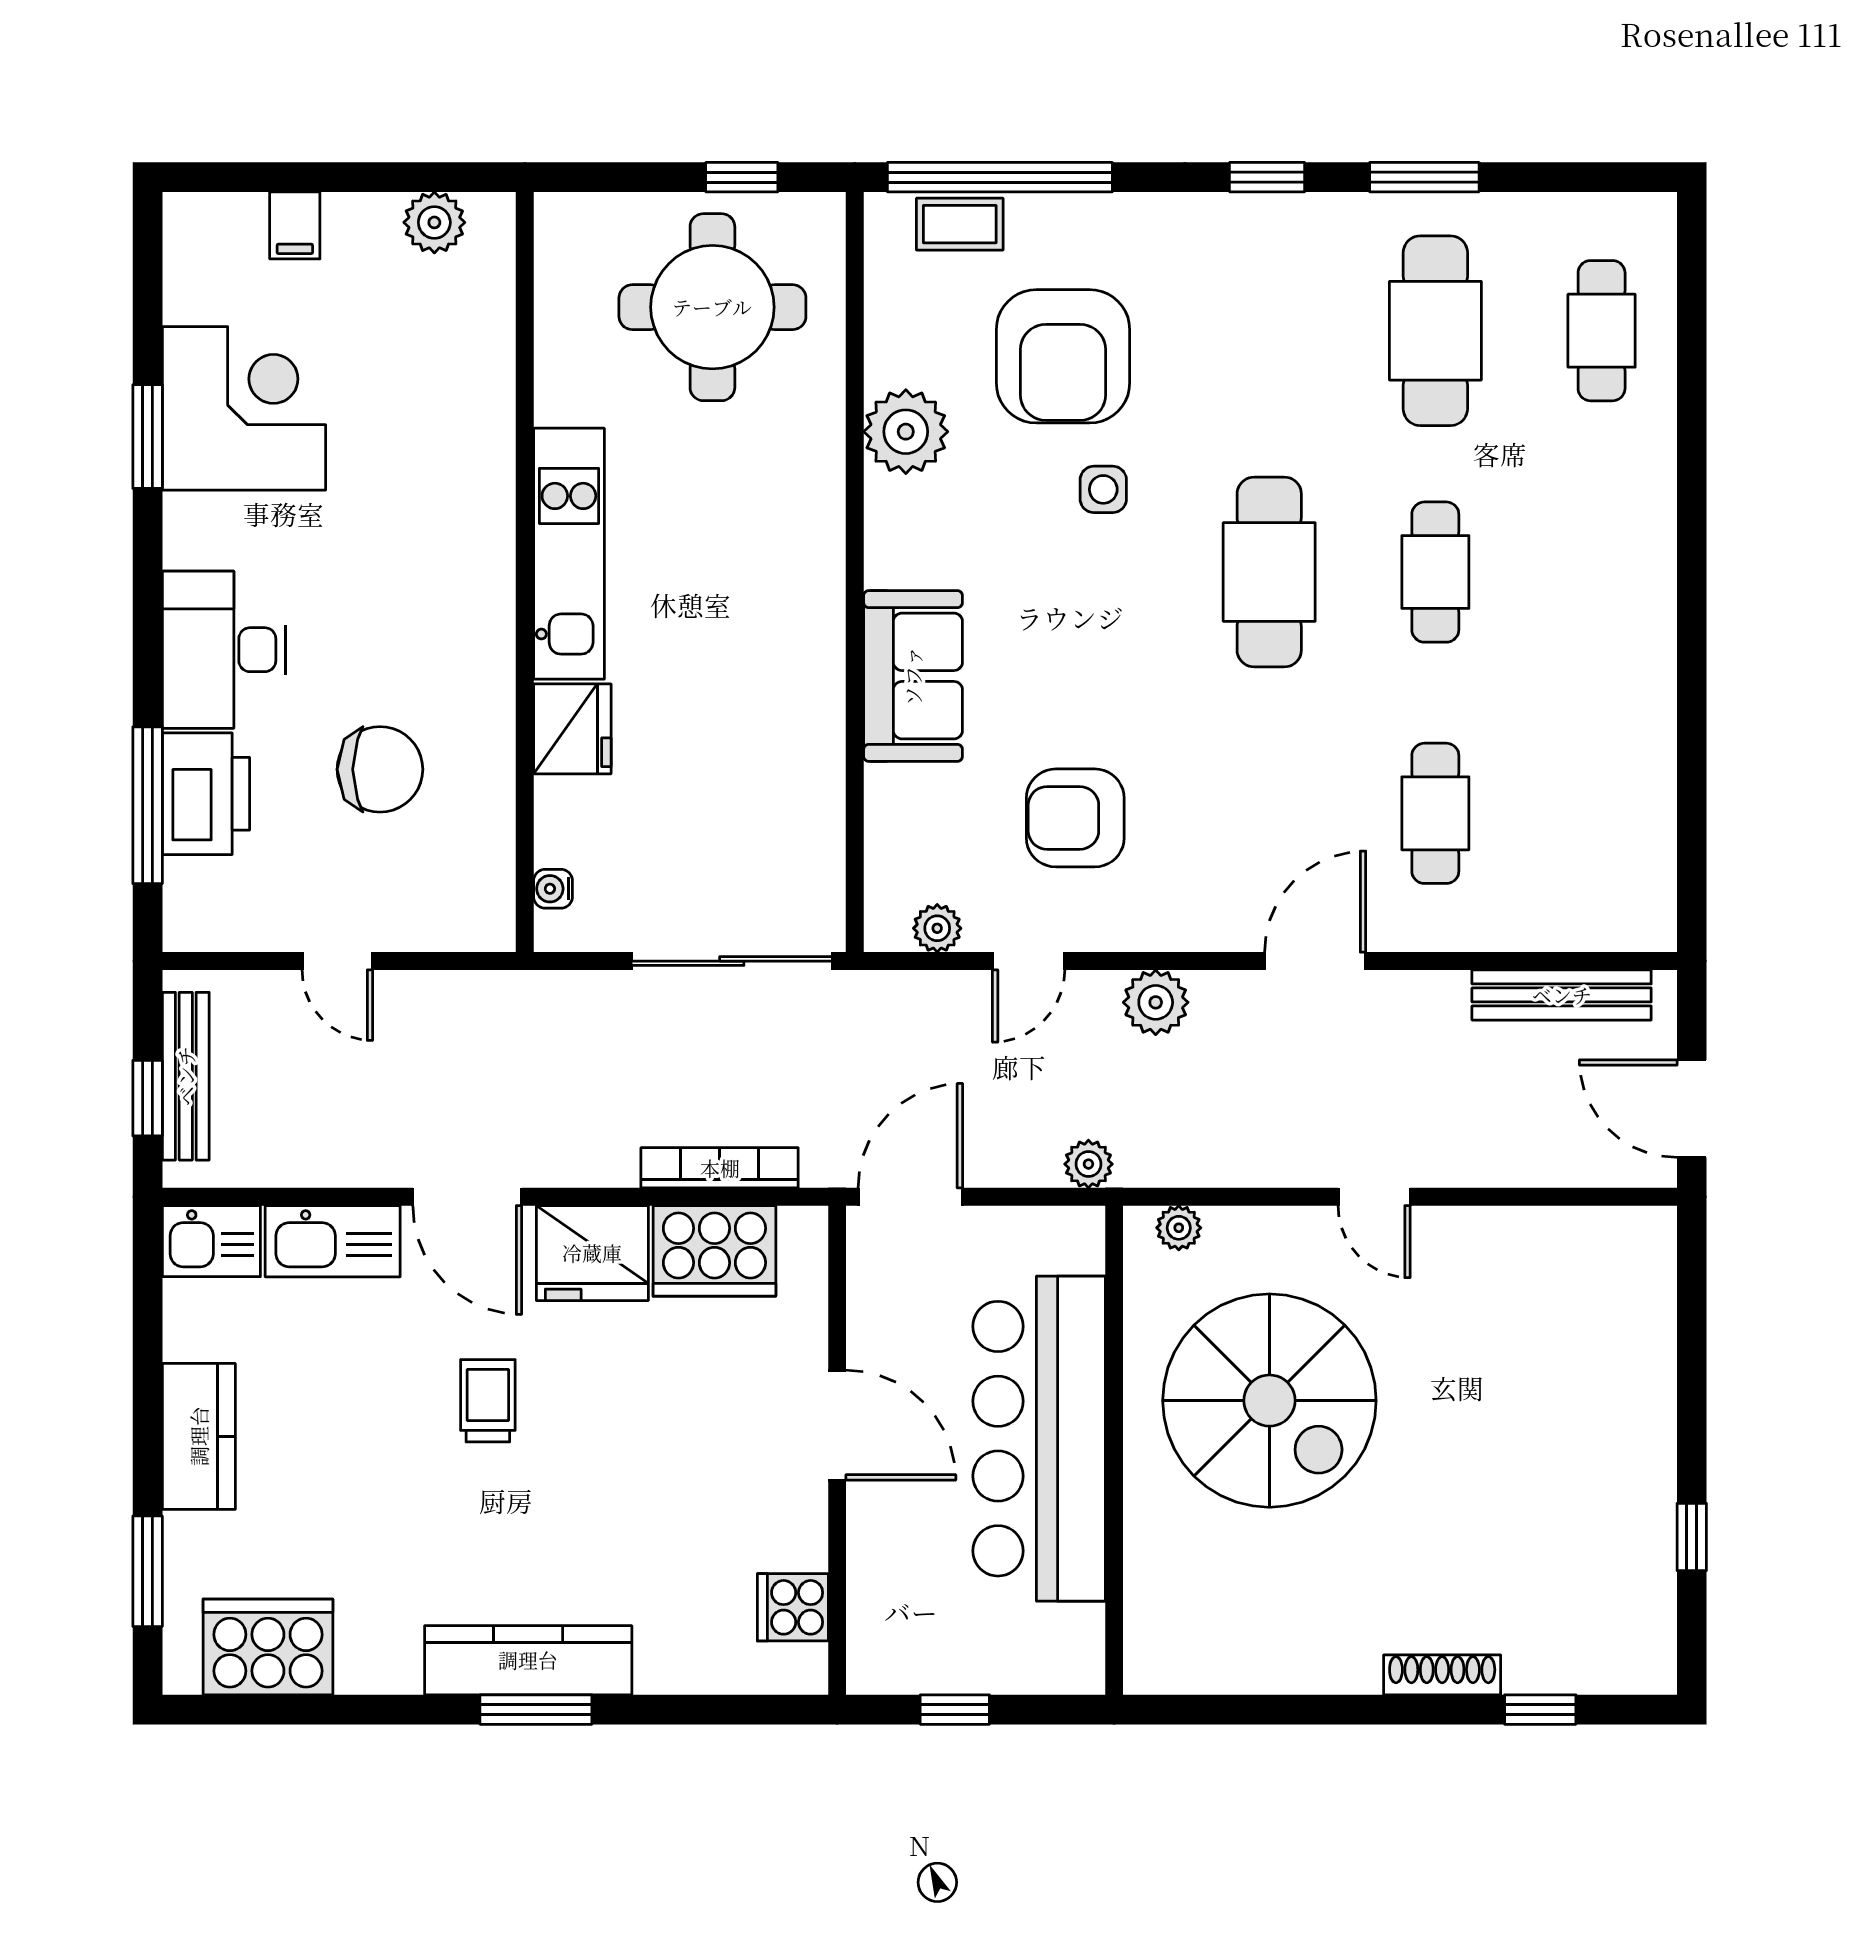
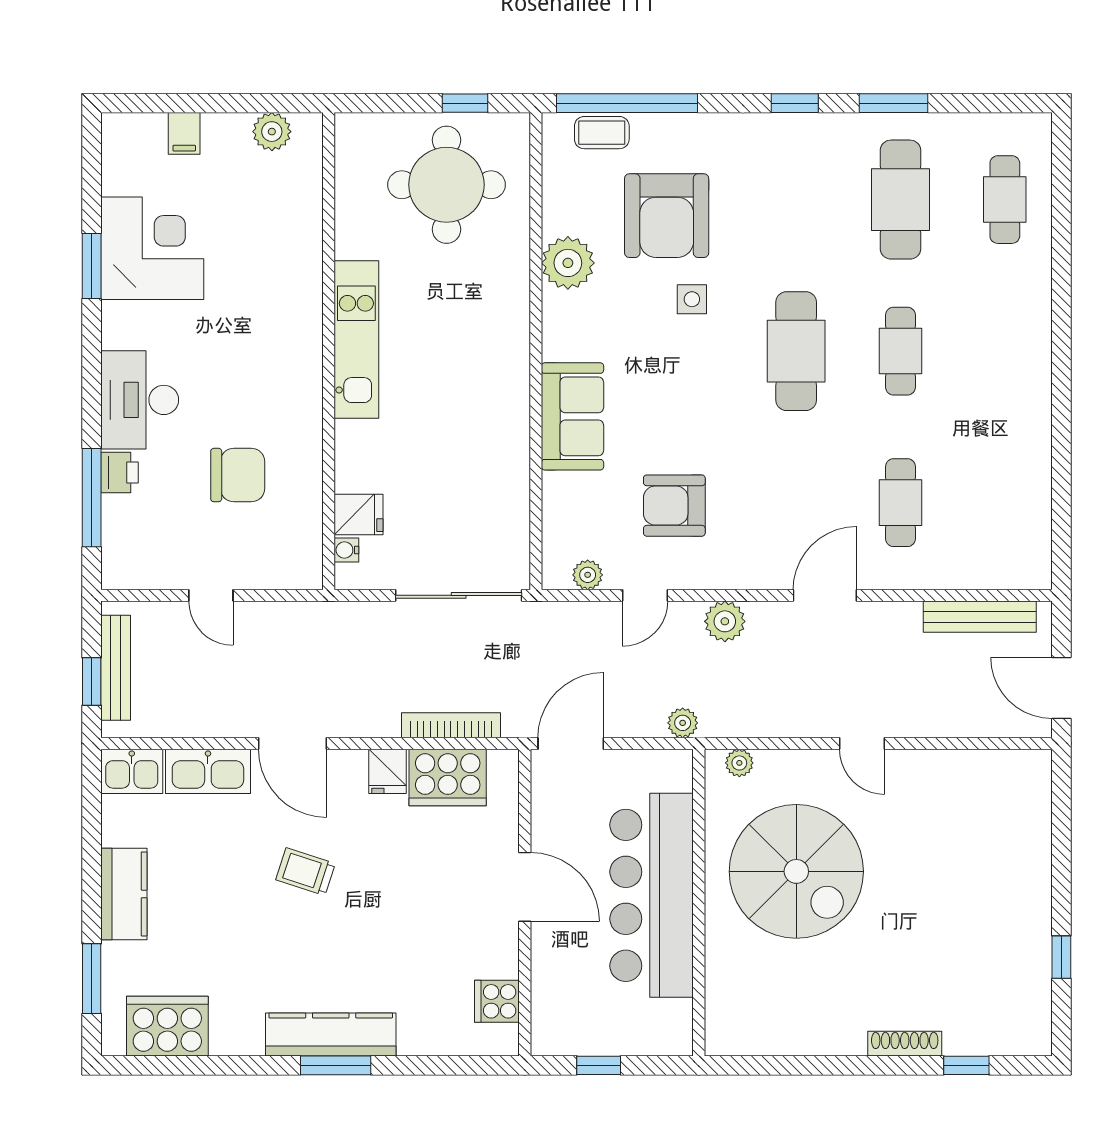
fridge: (572, 729) -> (358, 514), moved, width x0.72
printer: (206, 794) -> (120, 473), width x0.53, depth x0.68
fridge: (592, 1253) -> (388, 771), width x0.53, depth x0.75
trolley: (488, 1401) -> (305, 872), turned -72

